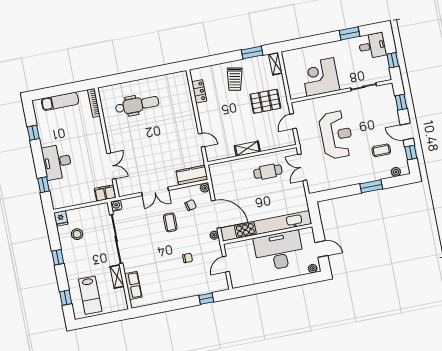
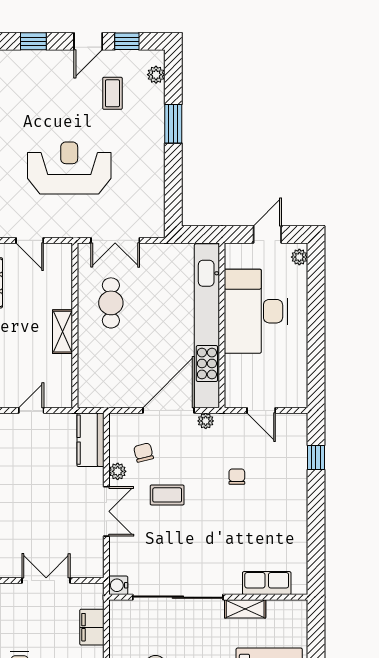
plant: (205, 188) -> (118, 471), moved
filing cabinet: (105, 193) -> (92, 627), moved

